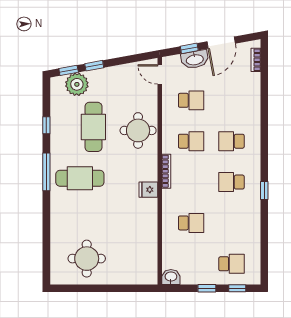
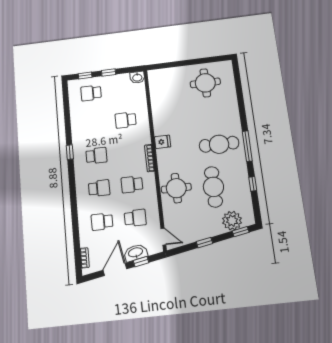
window: (94, 66) -> (204, 243), moved
school desk: (191, 100) -> (135, 218), turned 180
school desk: (231, 100) -> (102, 222), added

